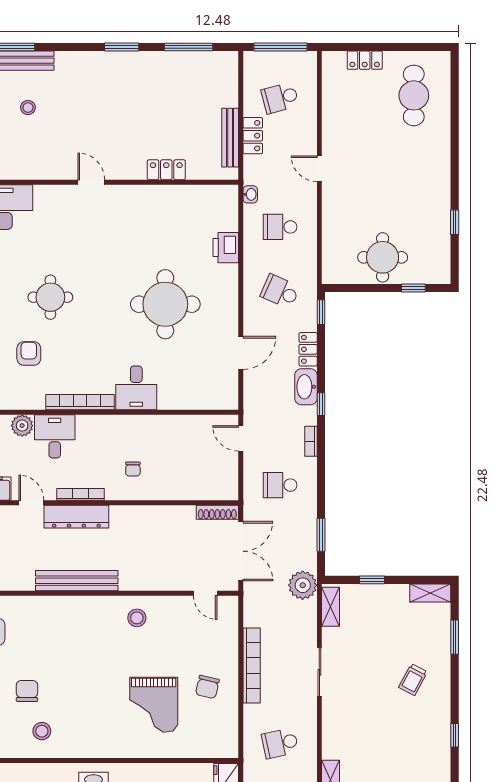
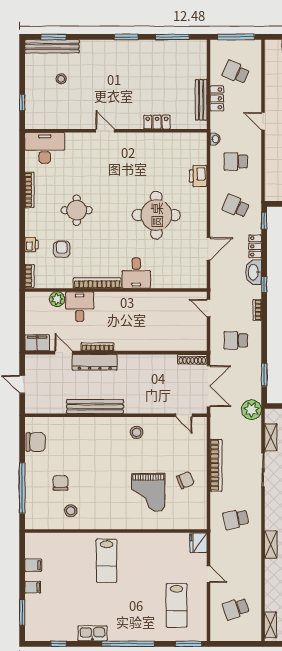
school desk: (280, 98) -> (236, 72), turned 39
chair: (133, 469) -> (134, 329), removed
shelving: (331, 607) -> (271, 437), moved
chair: (207, 687) -> (185, 480), turned -126

